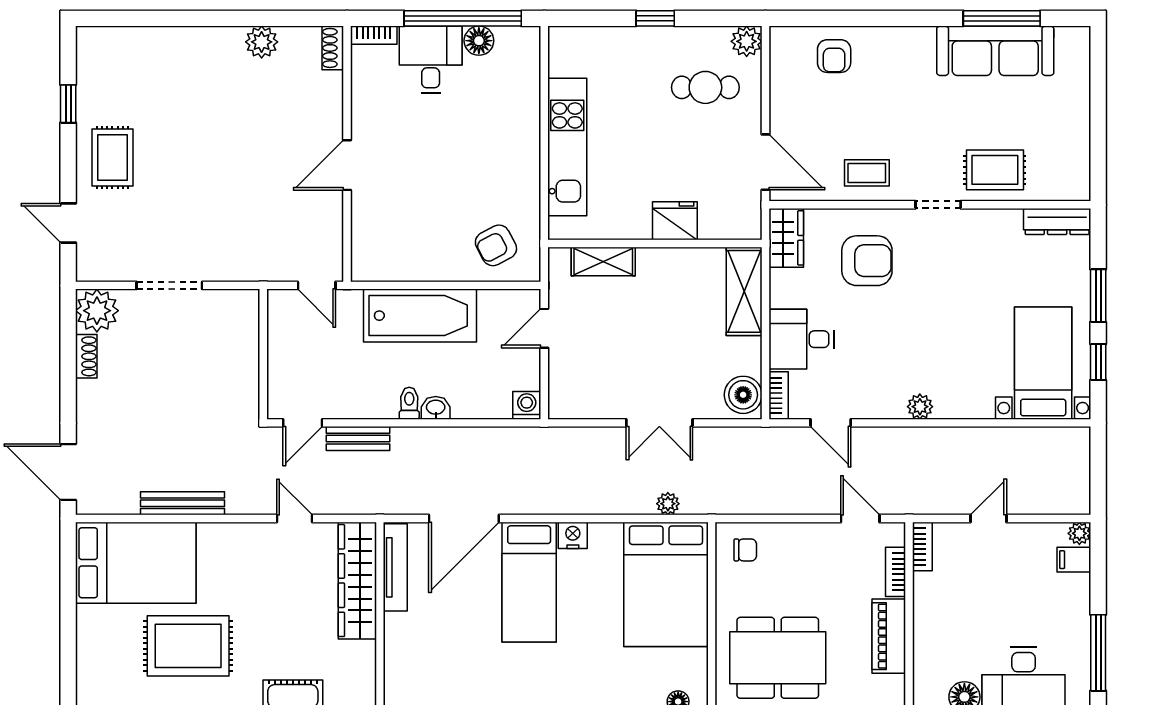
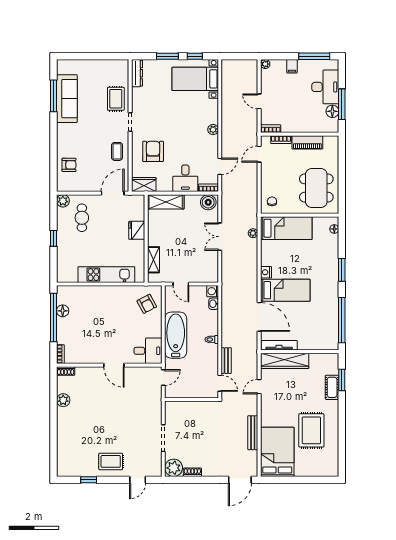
desk: (431, 60) -> (148, 351), moved, turned 180
washbasin: (436, 408) -> (214, 304), moved
double door: (659, 423) -> (220, 237), swing flipped
filing cabinet: (1074, 560) -> (292, 66), moved
bed: (666, 584) -> (286, 228), width x0.67

